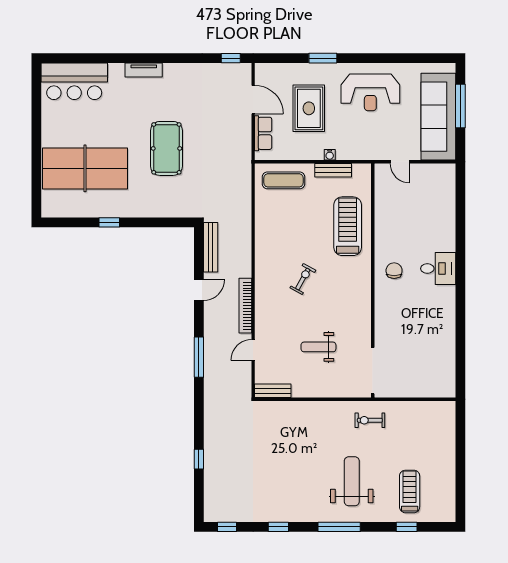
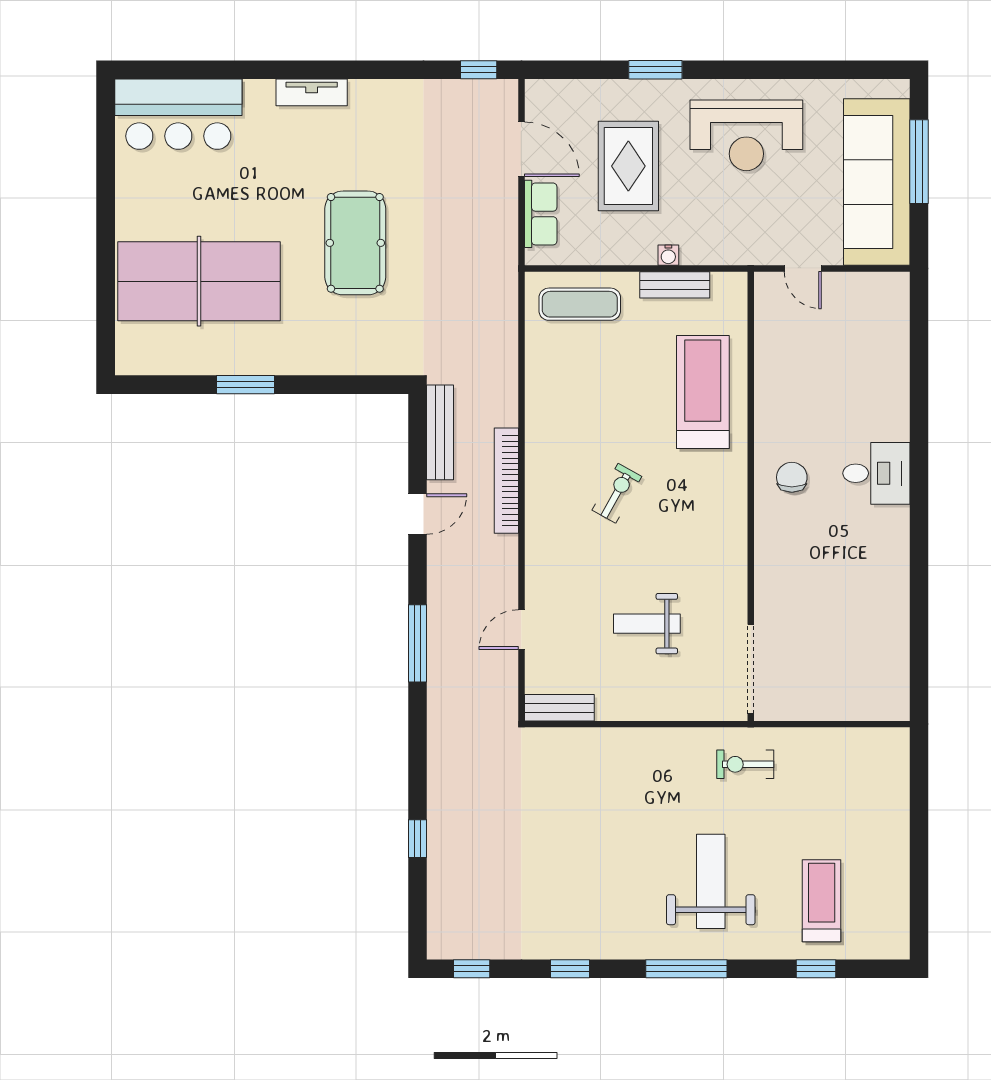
window: (109, 222) -> (246, 385), width x1.50
bookcase: (245, 306) -> (506, 481), moved

